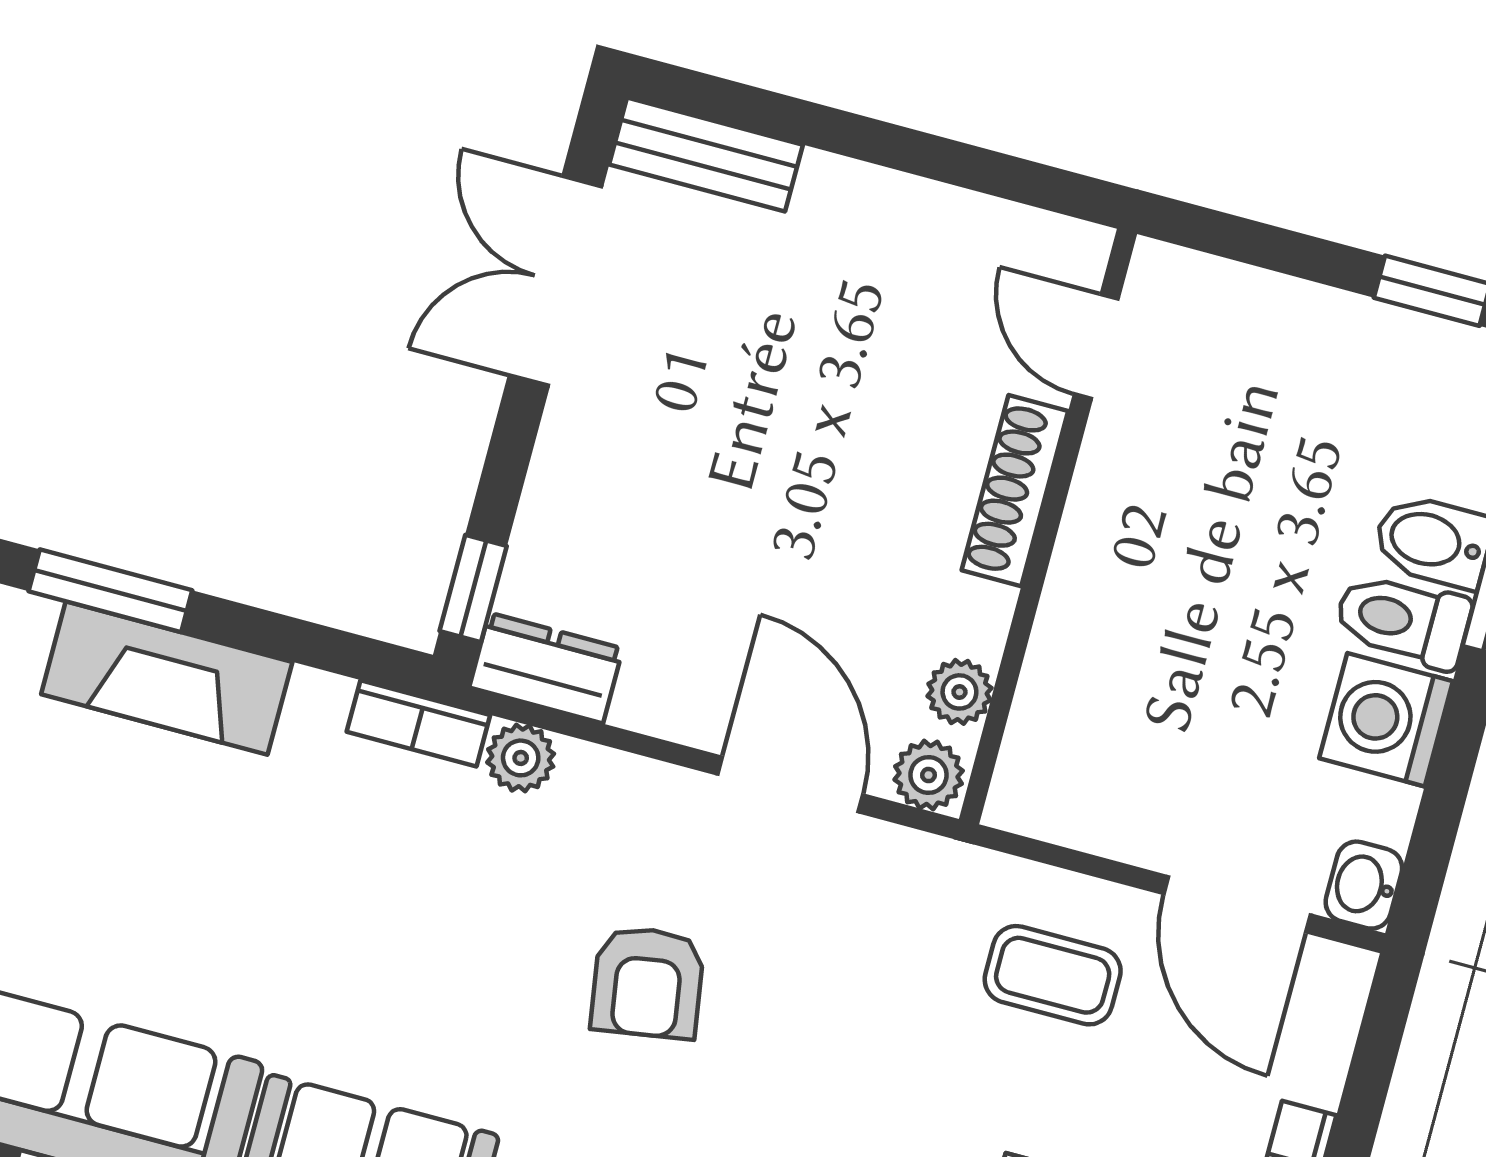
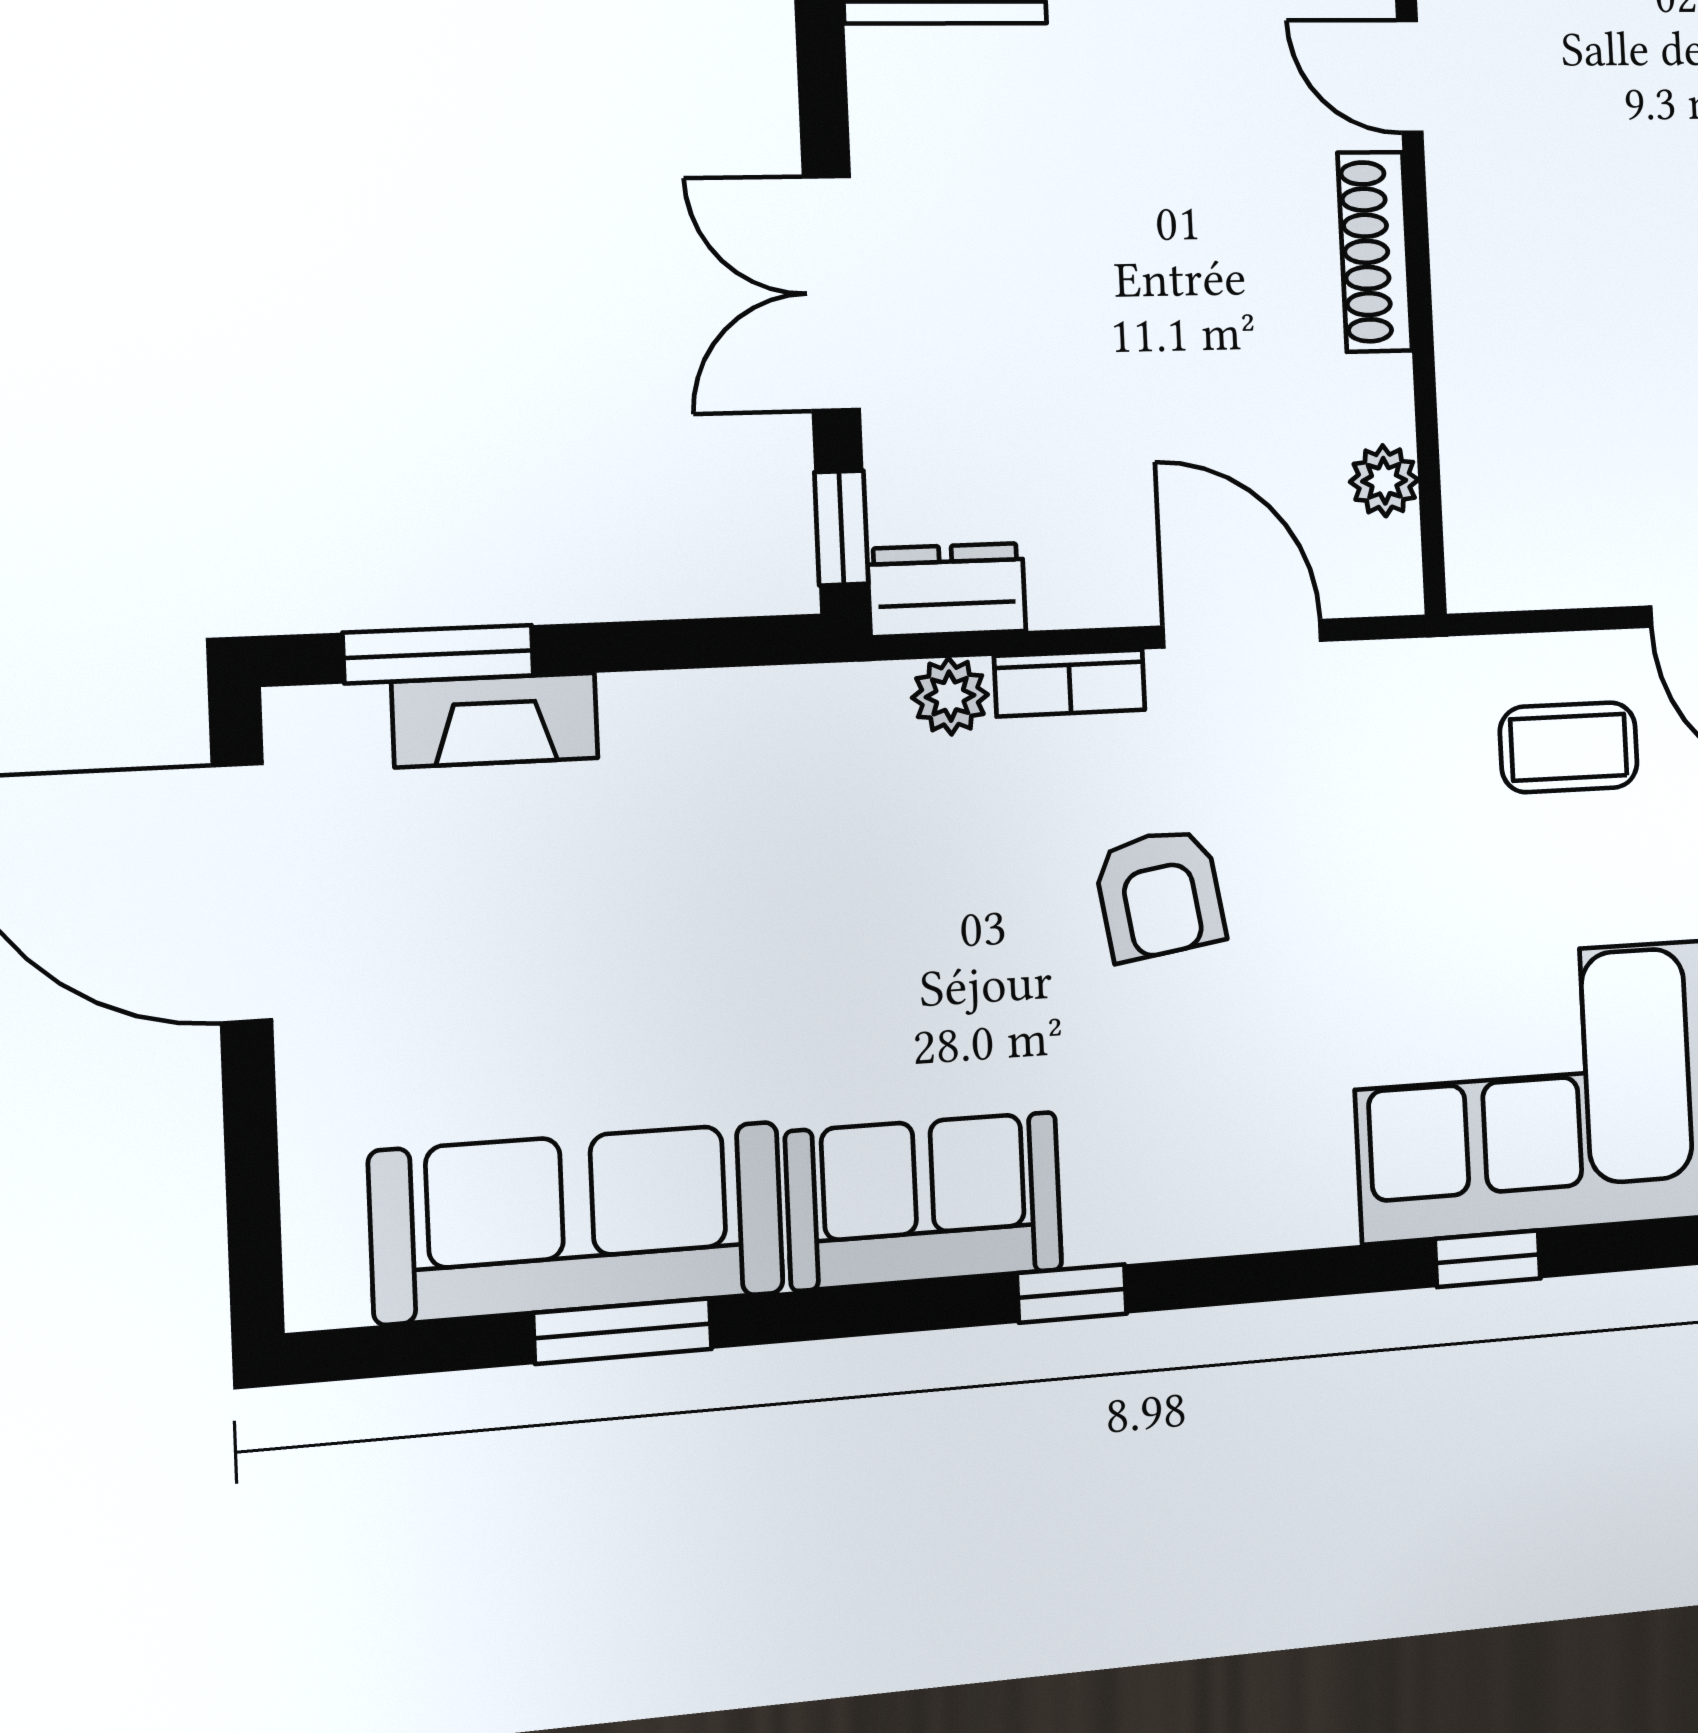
double door: (556, 281) -> (831, 293), moved
fireplace: (167, 678) -> (495, 720), width x0.73, depth x0.76
bookcase: (418, 723) -> (1070, 683), moved
plant: (929, 775) -> (1380, 578), removed

